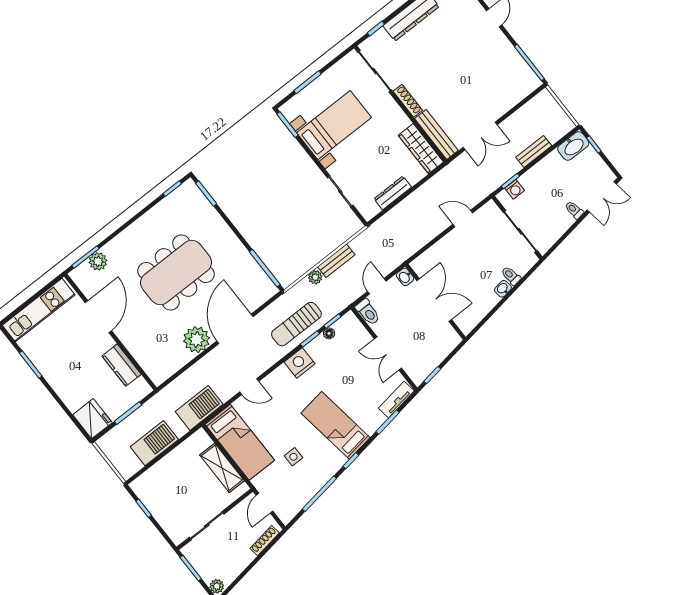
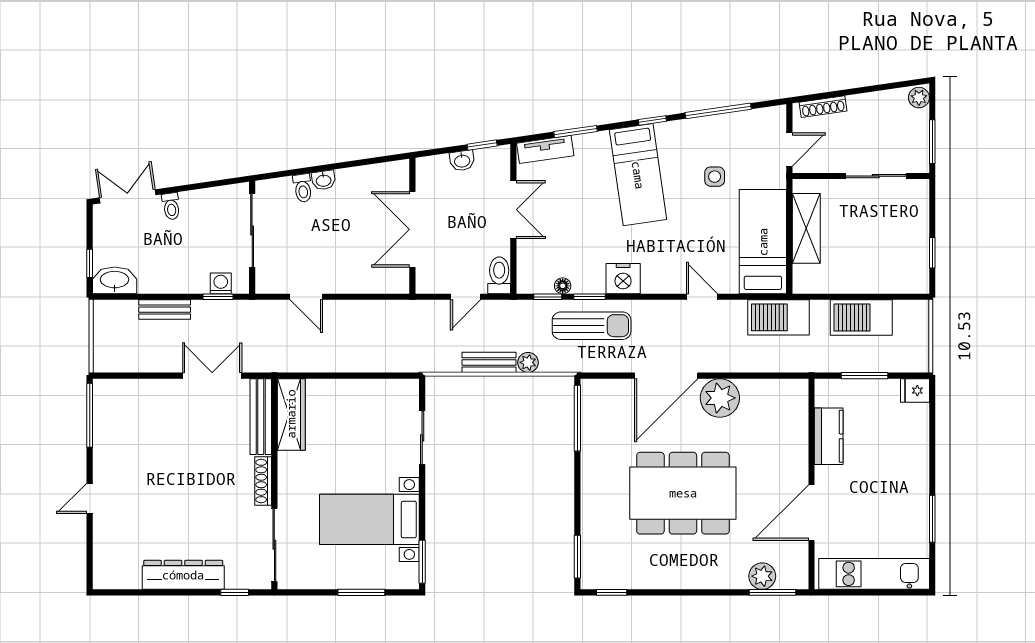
dresser: (393, 193) -> (363, 389), removed
washbasin: (405, 277) -> (462, 161), moved, turned 82
fridge: (92, 419) -> (915, 391), width x0.53, depth x0.75

